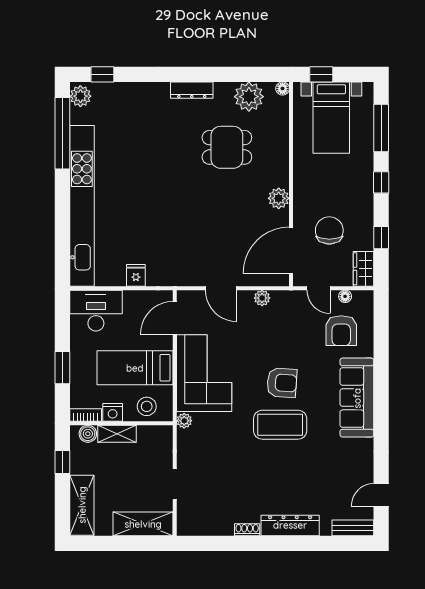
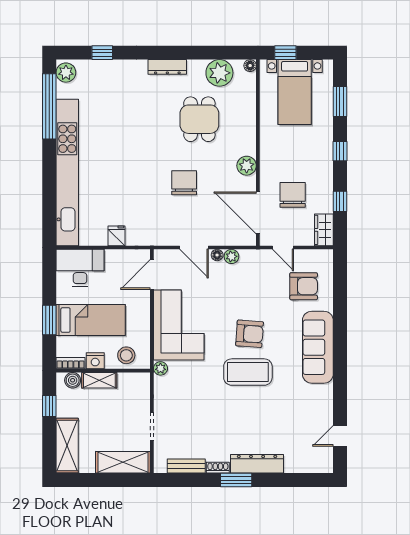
window: (102, 74) -> (102, 53), moved
window: (381, 128) -> (340, 102), width x0.69
dining table: (227, 147) -> (199, 119), turned 90
chair: (210, 217) -> (184, 183), added
door: (291, 250) -> (258, 213), hinge flipped
floor lamp: (345, 296) -> (217, 255), moved
armchair: (341, 331) -> (304, 286), turned -90
bed: (135, 368) -> (91, 320), moved, turned 180
bench: (353, 528) -> (186, 466), moved
window: (267, 543) -> (236, 480), added

